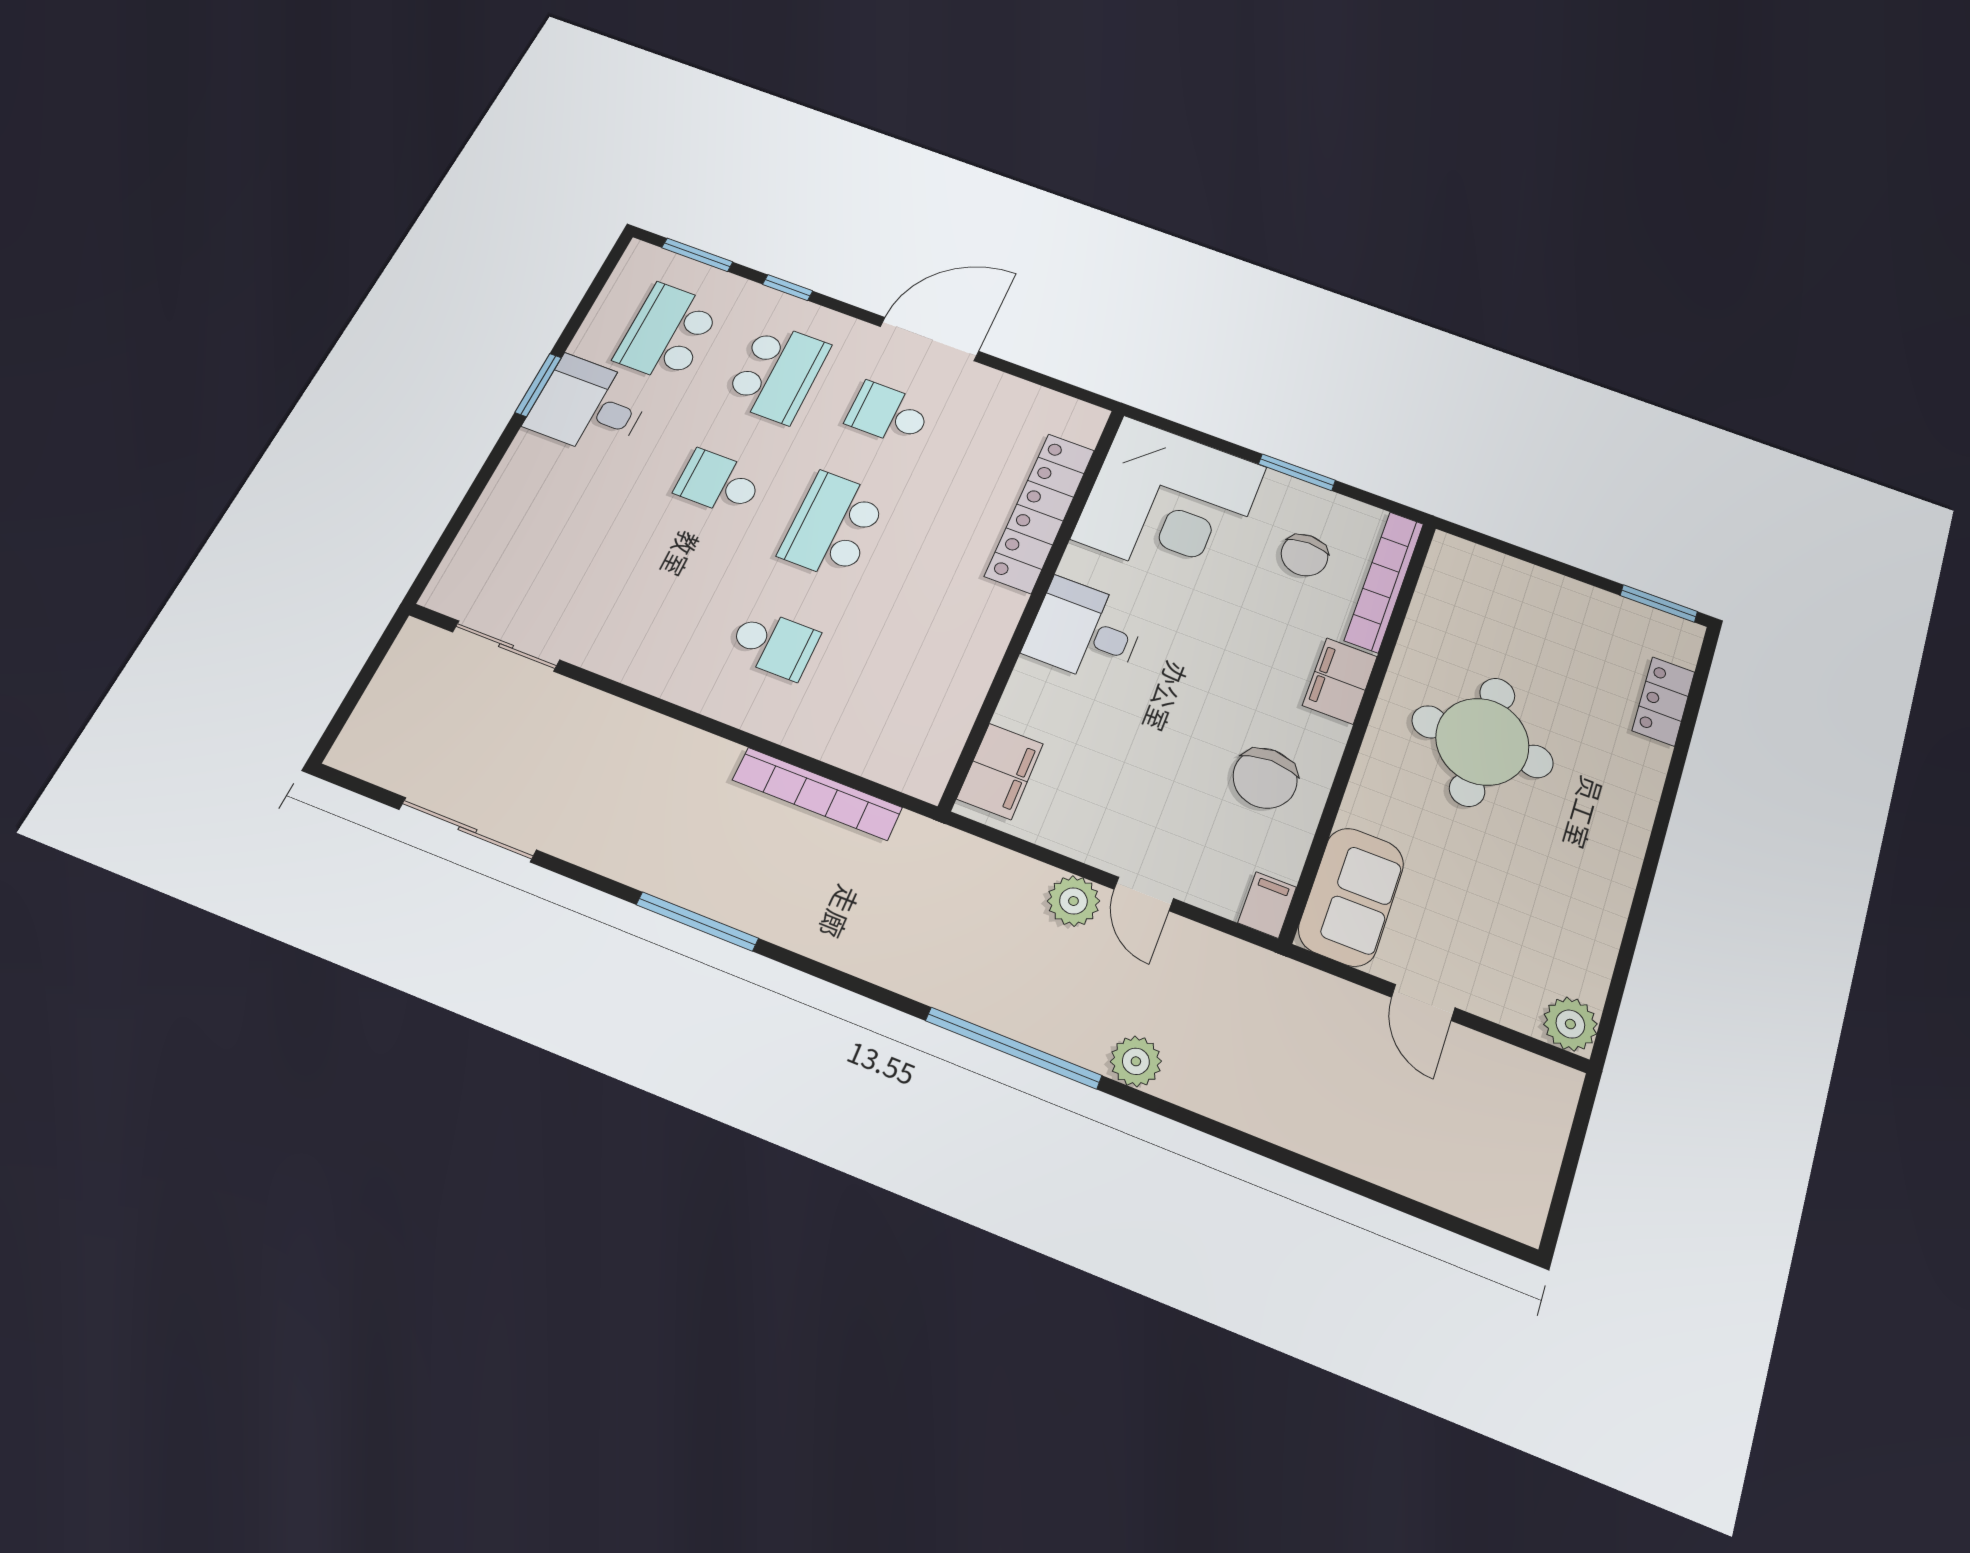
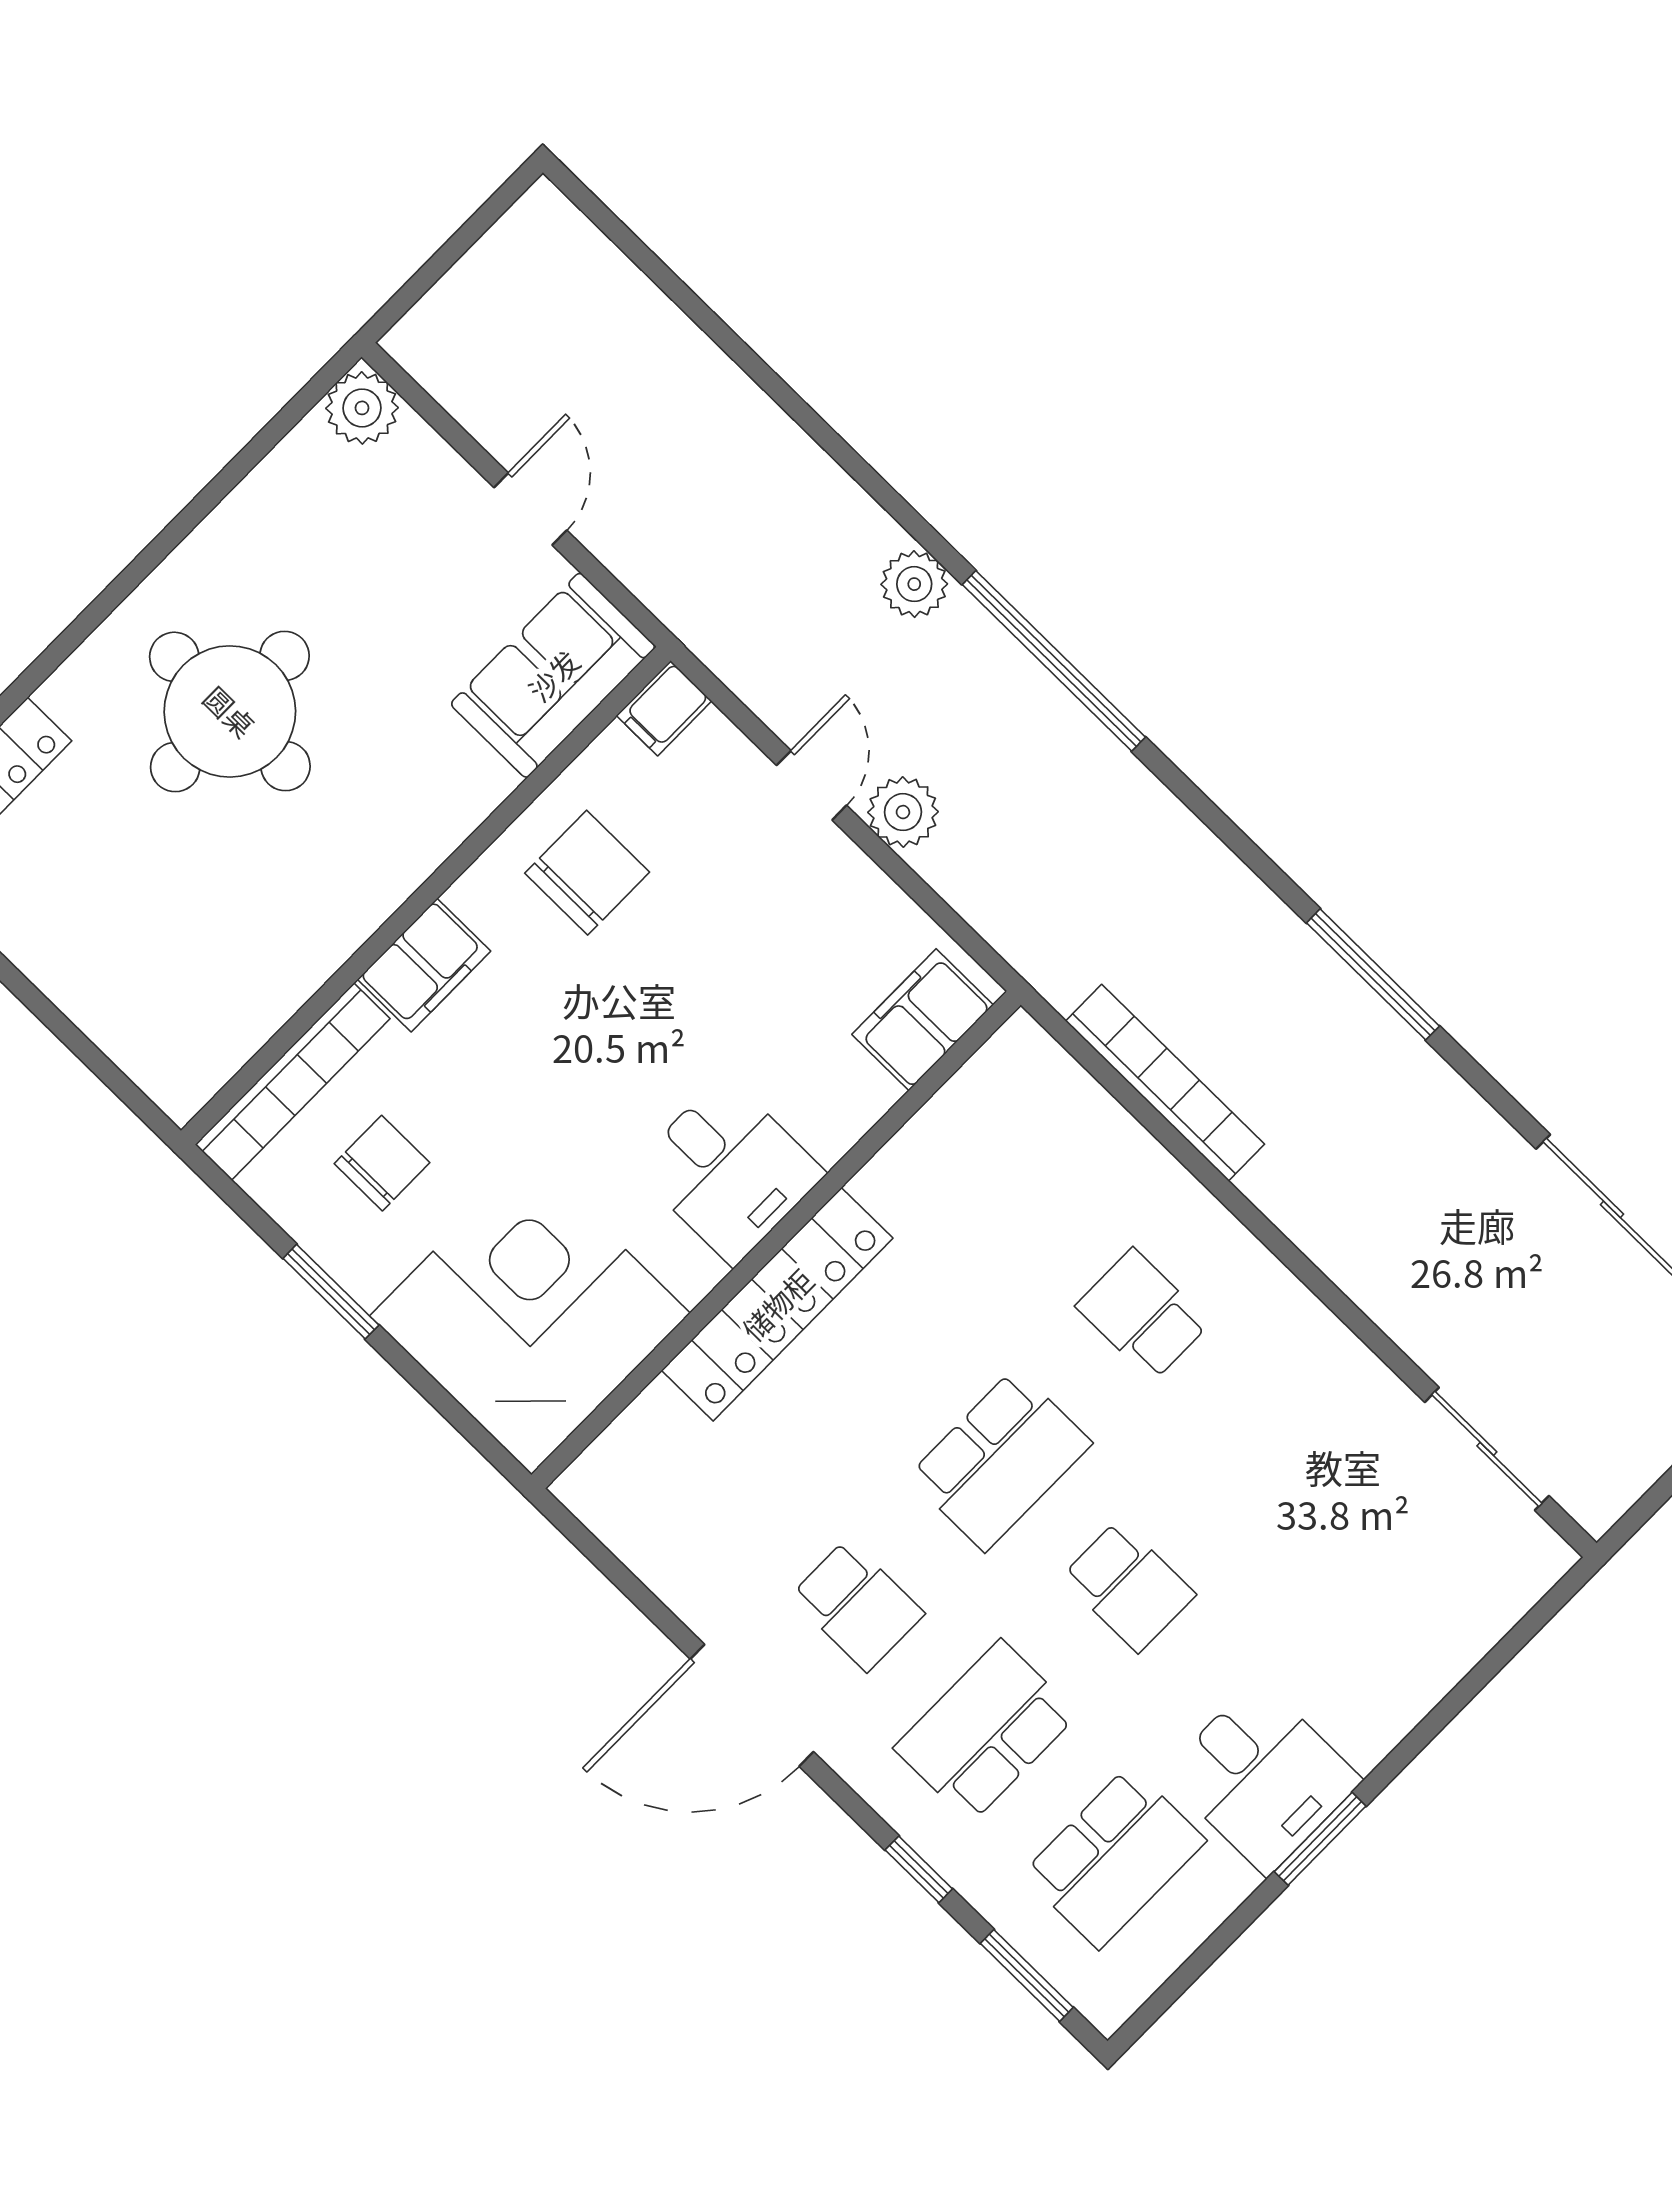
locker: (1040, 513) -> (777, 1304), moved
round table: (1482, 742) -> (230, 711), moved

